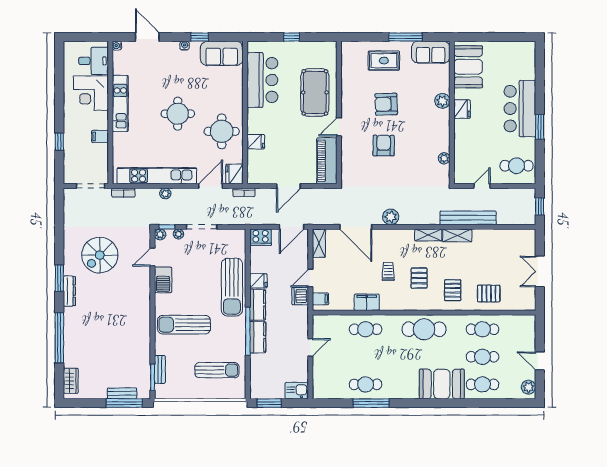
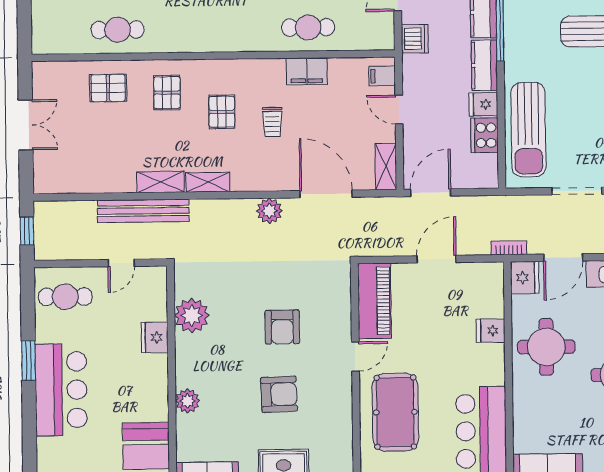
fridge: (462, 109) -> (155, 337), moved
plant: (444, 158) -> (192, 315), width x1.88, depth x1.88
cooker: (261, 237) -> (484, 135), moved, turned -90
door: (310, 278) -> (399, 110), swing flipped
sun lounger: (232, 287) -> (528, 130), moved, turned 180
dishwasher: (300, 296) -> (415, 39), moved
cafe table: (424, 329) -> (213, 29), removed

